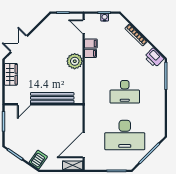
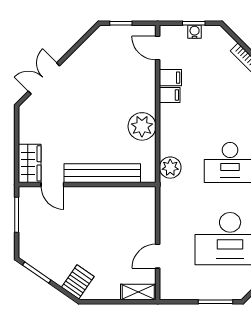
plant: (75, 61) -> (142, 126), moved
wardrobe: (11, 74) -> (30, 163), moved
plant: (91, 95) -> (170, 168), added
door: (24, 104) -> (52, 184), hinge flipped
door: (84, 145) -> (158, 256), width x0.53

